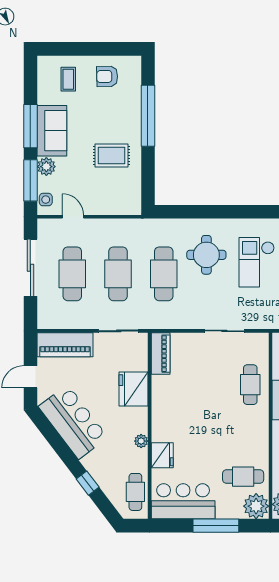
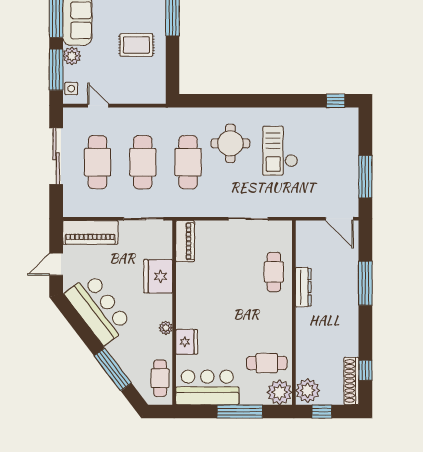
window: (88, 483) -> (113, 369), width x2.17

